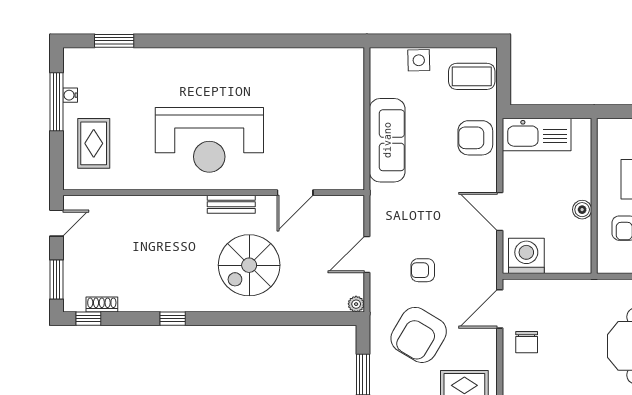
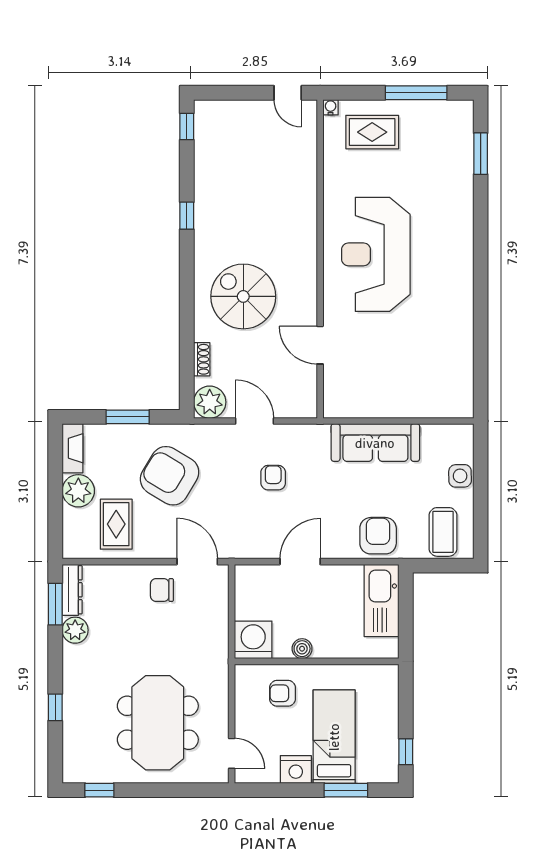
water cooler: (70, 95) -> (331, 107), moved
bench: (231, 204) -> (308, 278), removed
washing machine: (526, 256) -> (253, 640), moved, turned -90
armchair: (423, 270) -> (273, 478), moved
window: (56, 280) -> (228, 93), removed
plant: (356, 304) -> (210, 402), width x1.88, depth x1.88
shoe rack: (102, 305) -> (202, 359), moved

